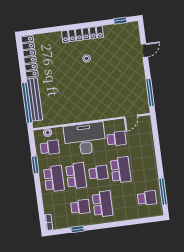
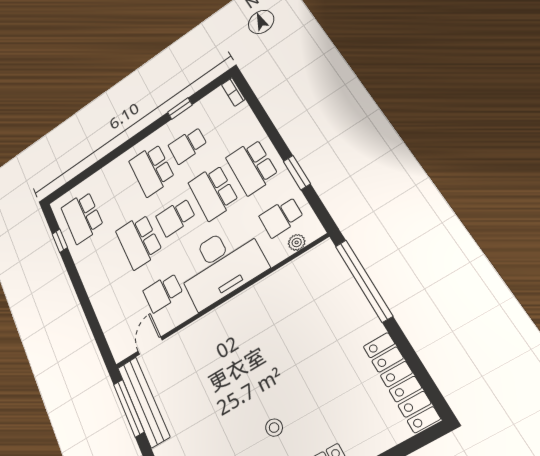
bench: (35, 99) -> (143, 402), moved
window: (163, 192) -> (60, 241), width x0.46
school desk: (147, 198) -> (82, 217), width x1.85

